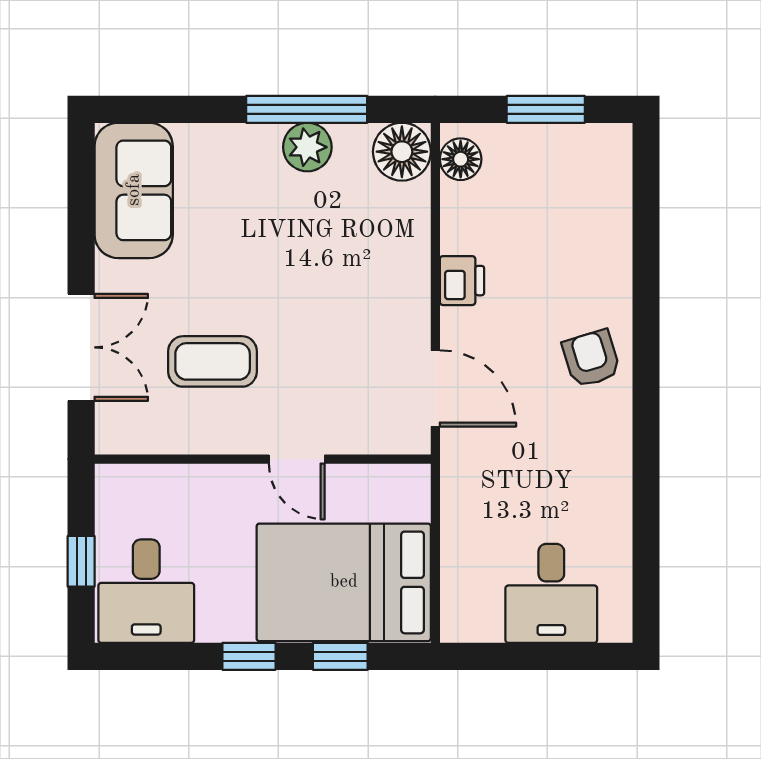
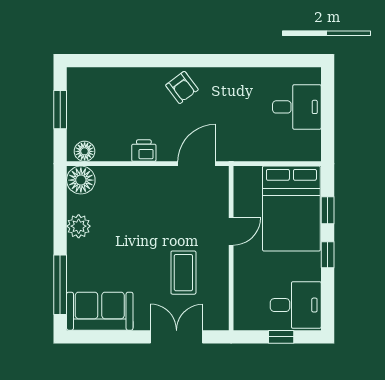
window: (307, 109) -> (60, 285), moved
armchair: (591, 359) -> (182, 87), turned -110

